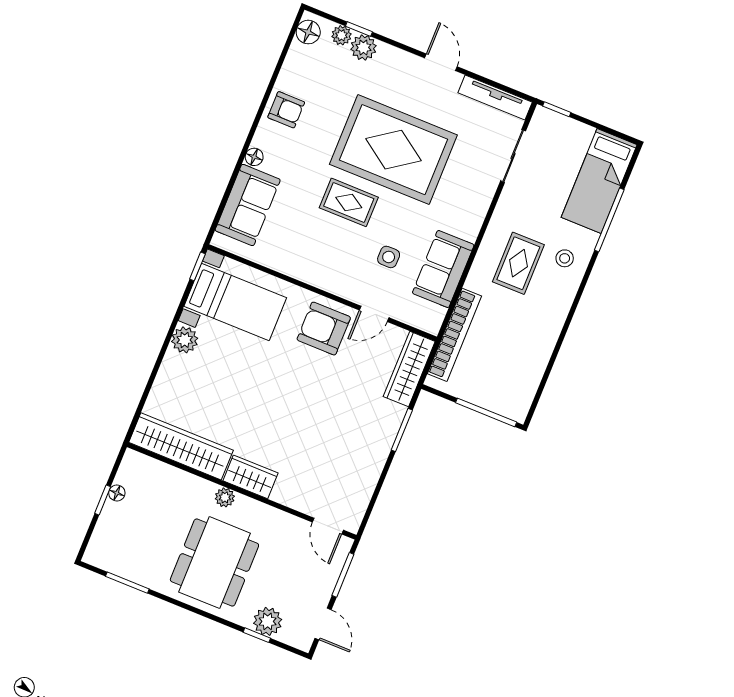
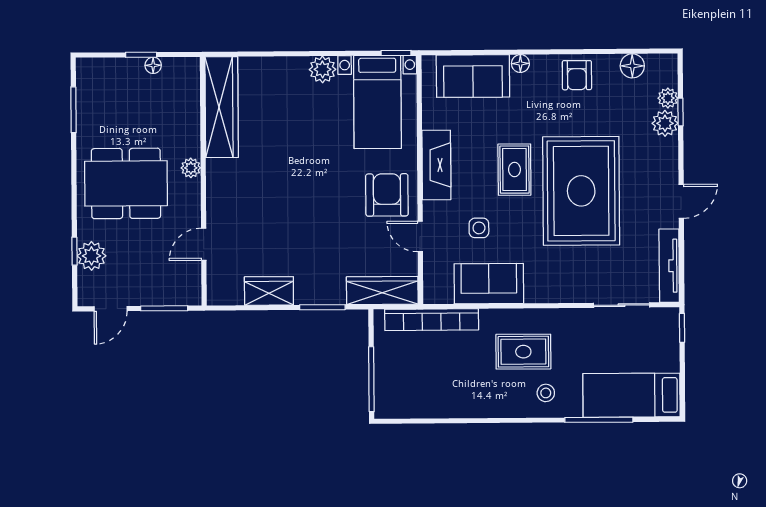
floor lamp: (308, 32) -> (632, 66), moved
fireplace: (315, 272) -> (436, 165), added
wardrobe: (251, 477) -> (269, 291), moved, turned -90
door: (328, 526) -> (204, 244), moved

